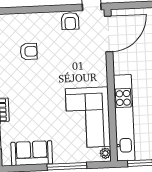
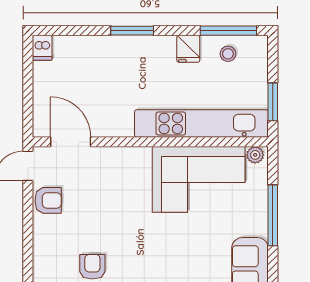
door: (109, 34) -> (71, 142), width x0.73

